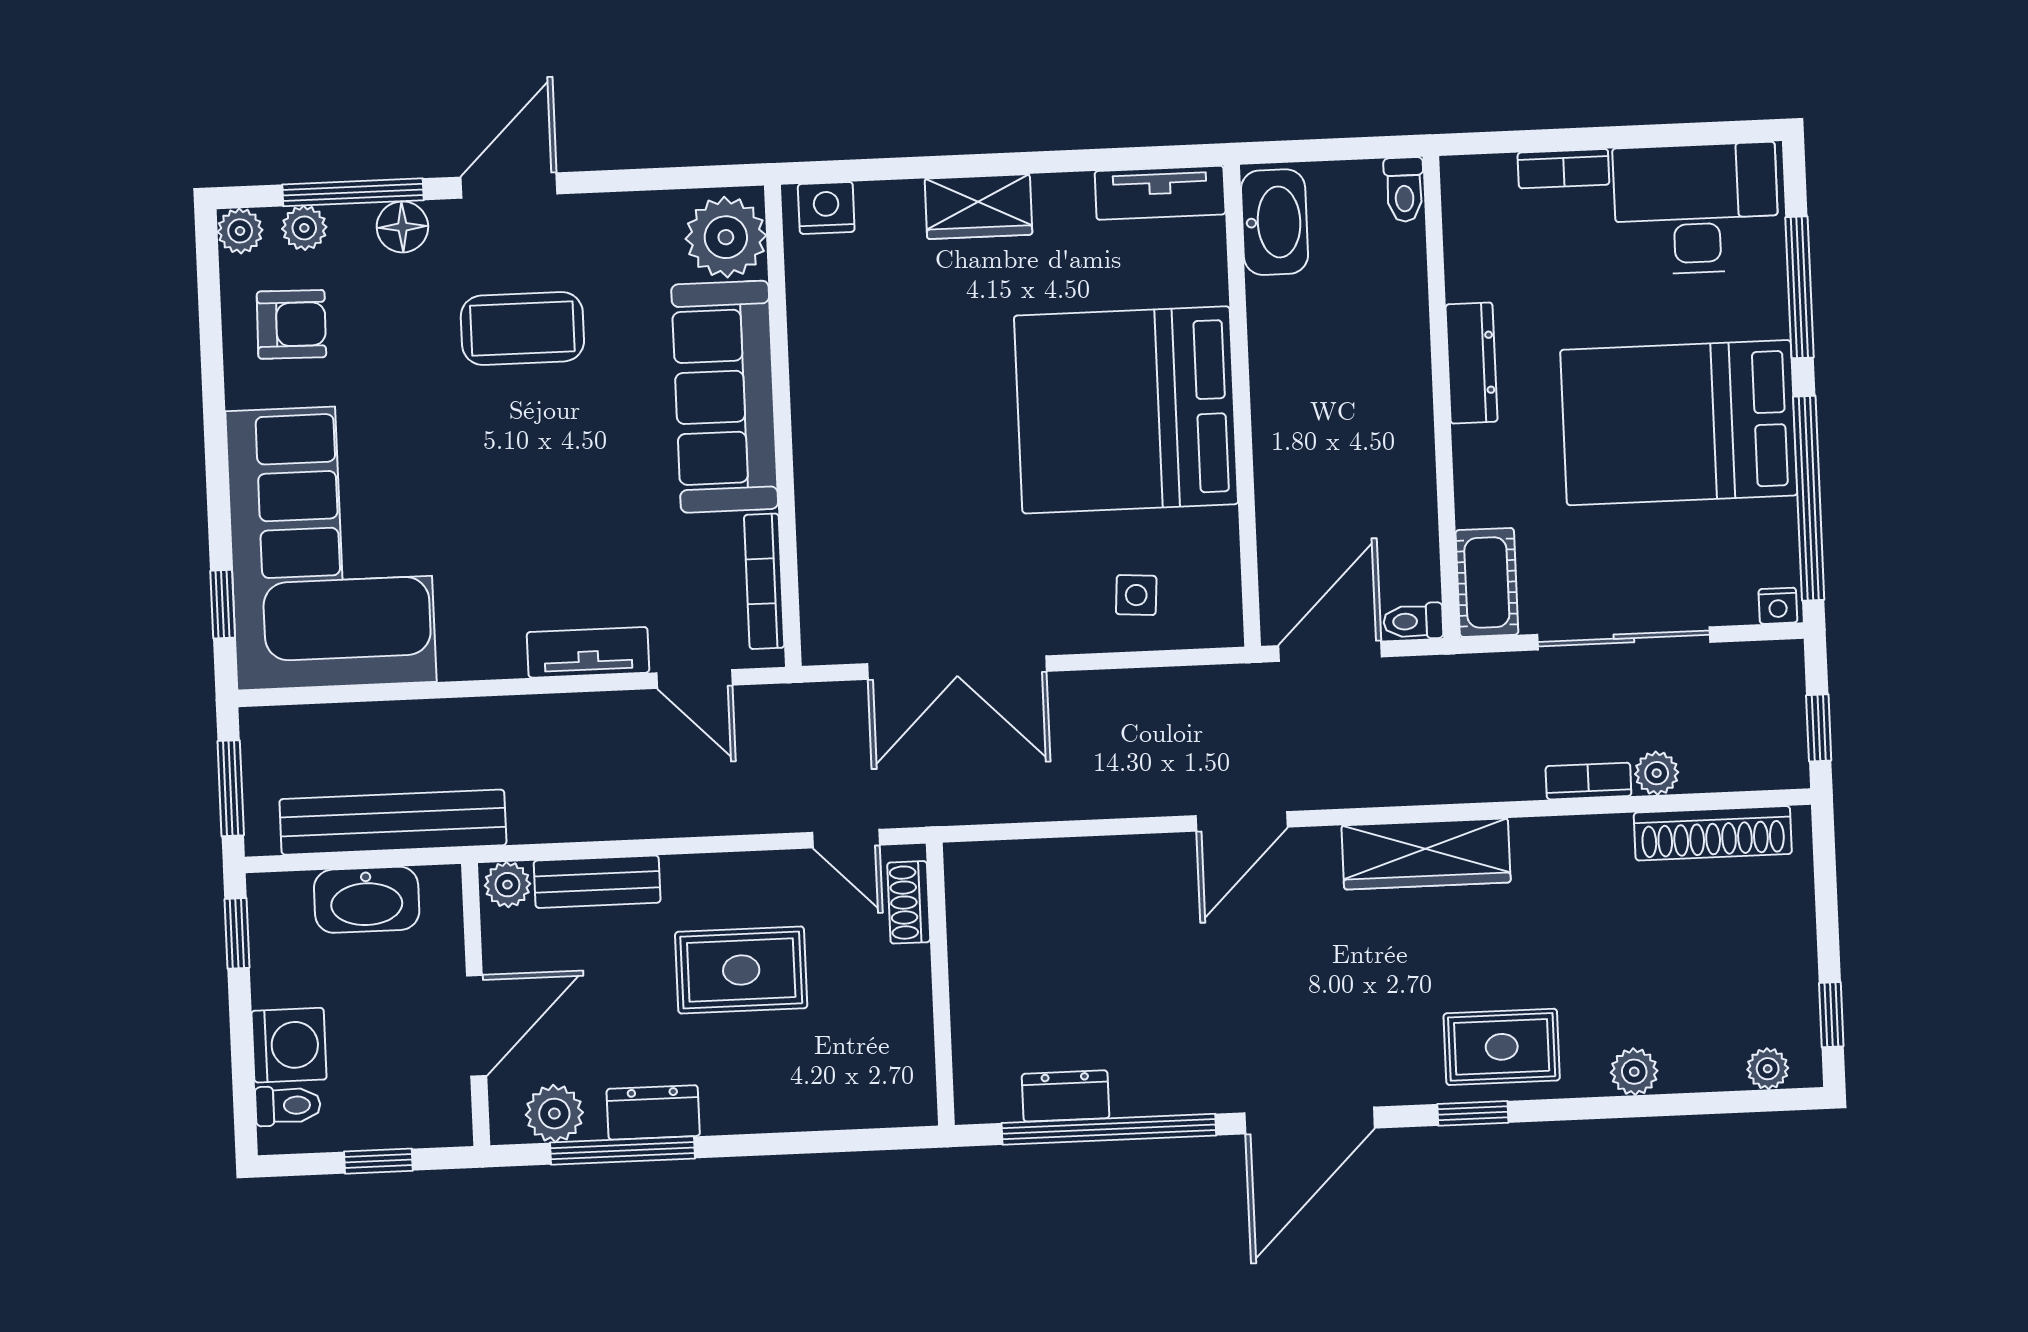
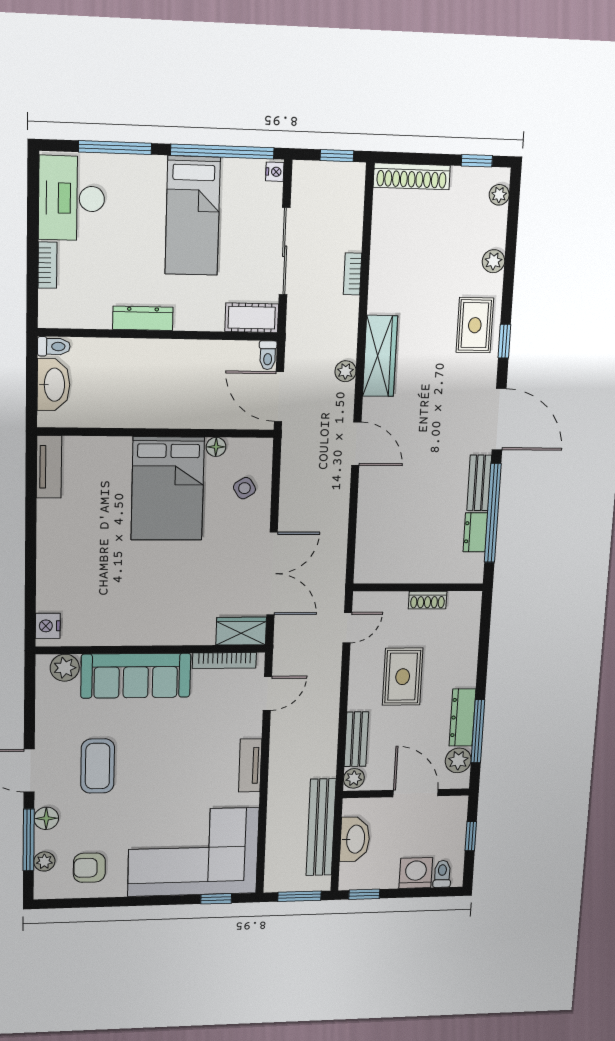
wardrobe: (978, 207) -> (241, 631), moved, turned -90
washbasin: (1274, 222) -> (53, 385), moved, turned 90
plant: (240, 231) -> (44, 889), removed
plant: (726, 237) -> (65, 668), width x0.73, depth x0.73
armchair: (291, 324) -> (89, 868), turned -91
bed: (1126, 410) -> (168, 489), width x0.73
bed: (1679, 423) -> (193, 216), width x0.67
floor lamp: (1219, 530) -> (216, 447), added
side table: (1136, 595) -> (244, 488), turned -36
tv unit: (588, 652) -> (250, 765), moved
plant: (1657, 773) -> (345, 371), moved
shoe rack: (1713, 833) -> (412, 176), moved, turned 90
shoe rack: (909, 902) -> (428, 600), moved
bench: (1172, 1093) -> (479, 483), added
dresser: (653, 1112) -> (462, 717), width x1.44

